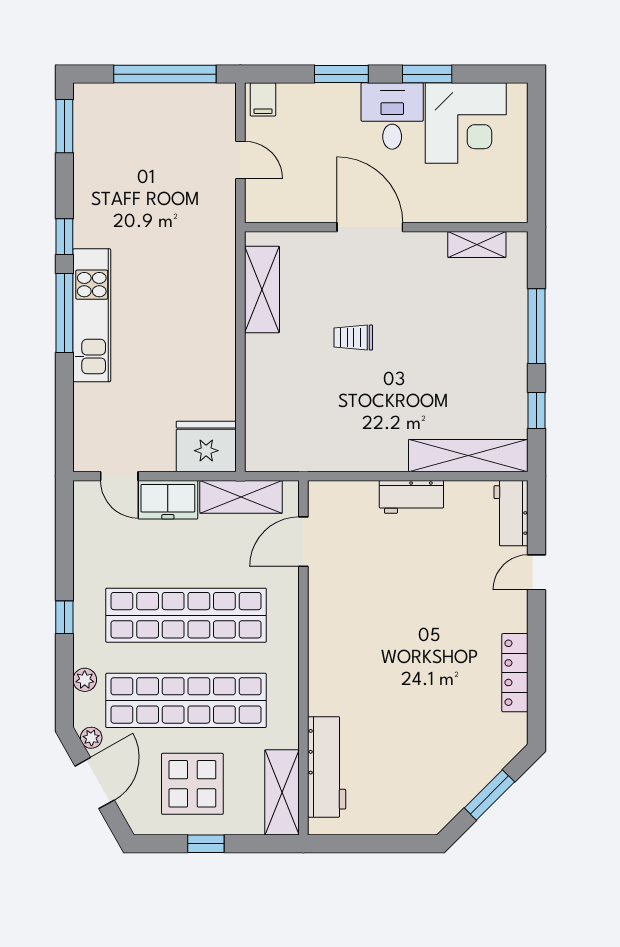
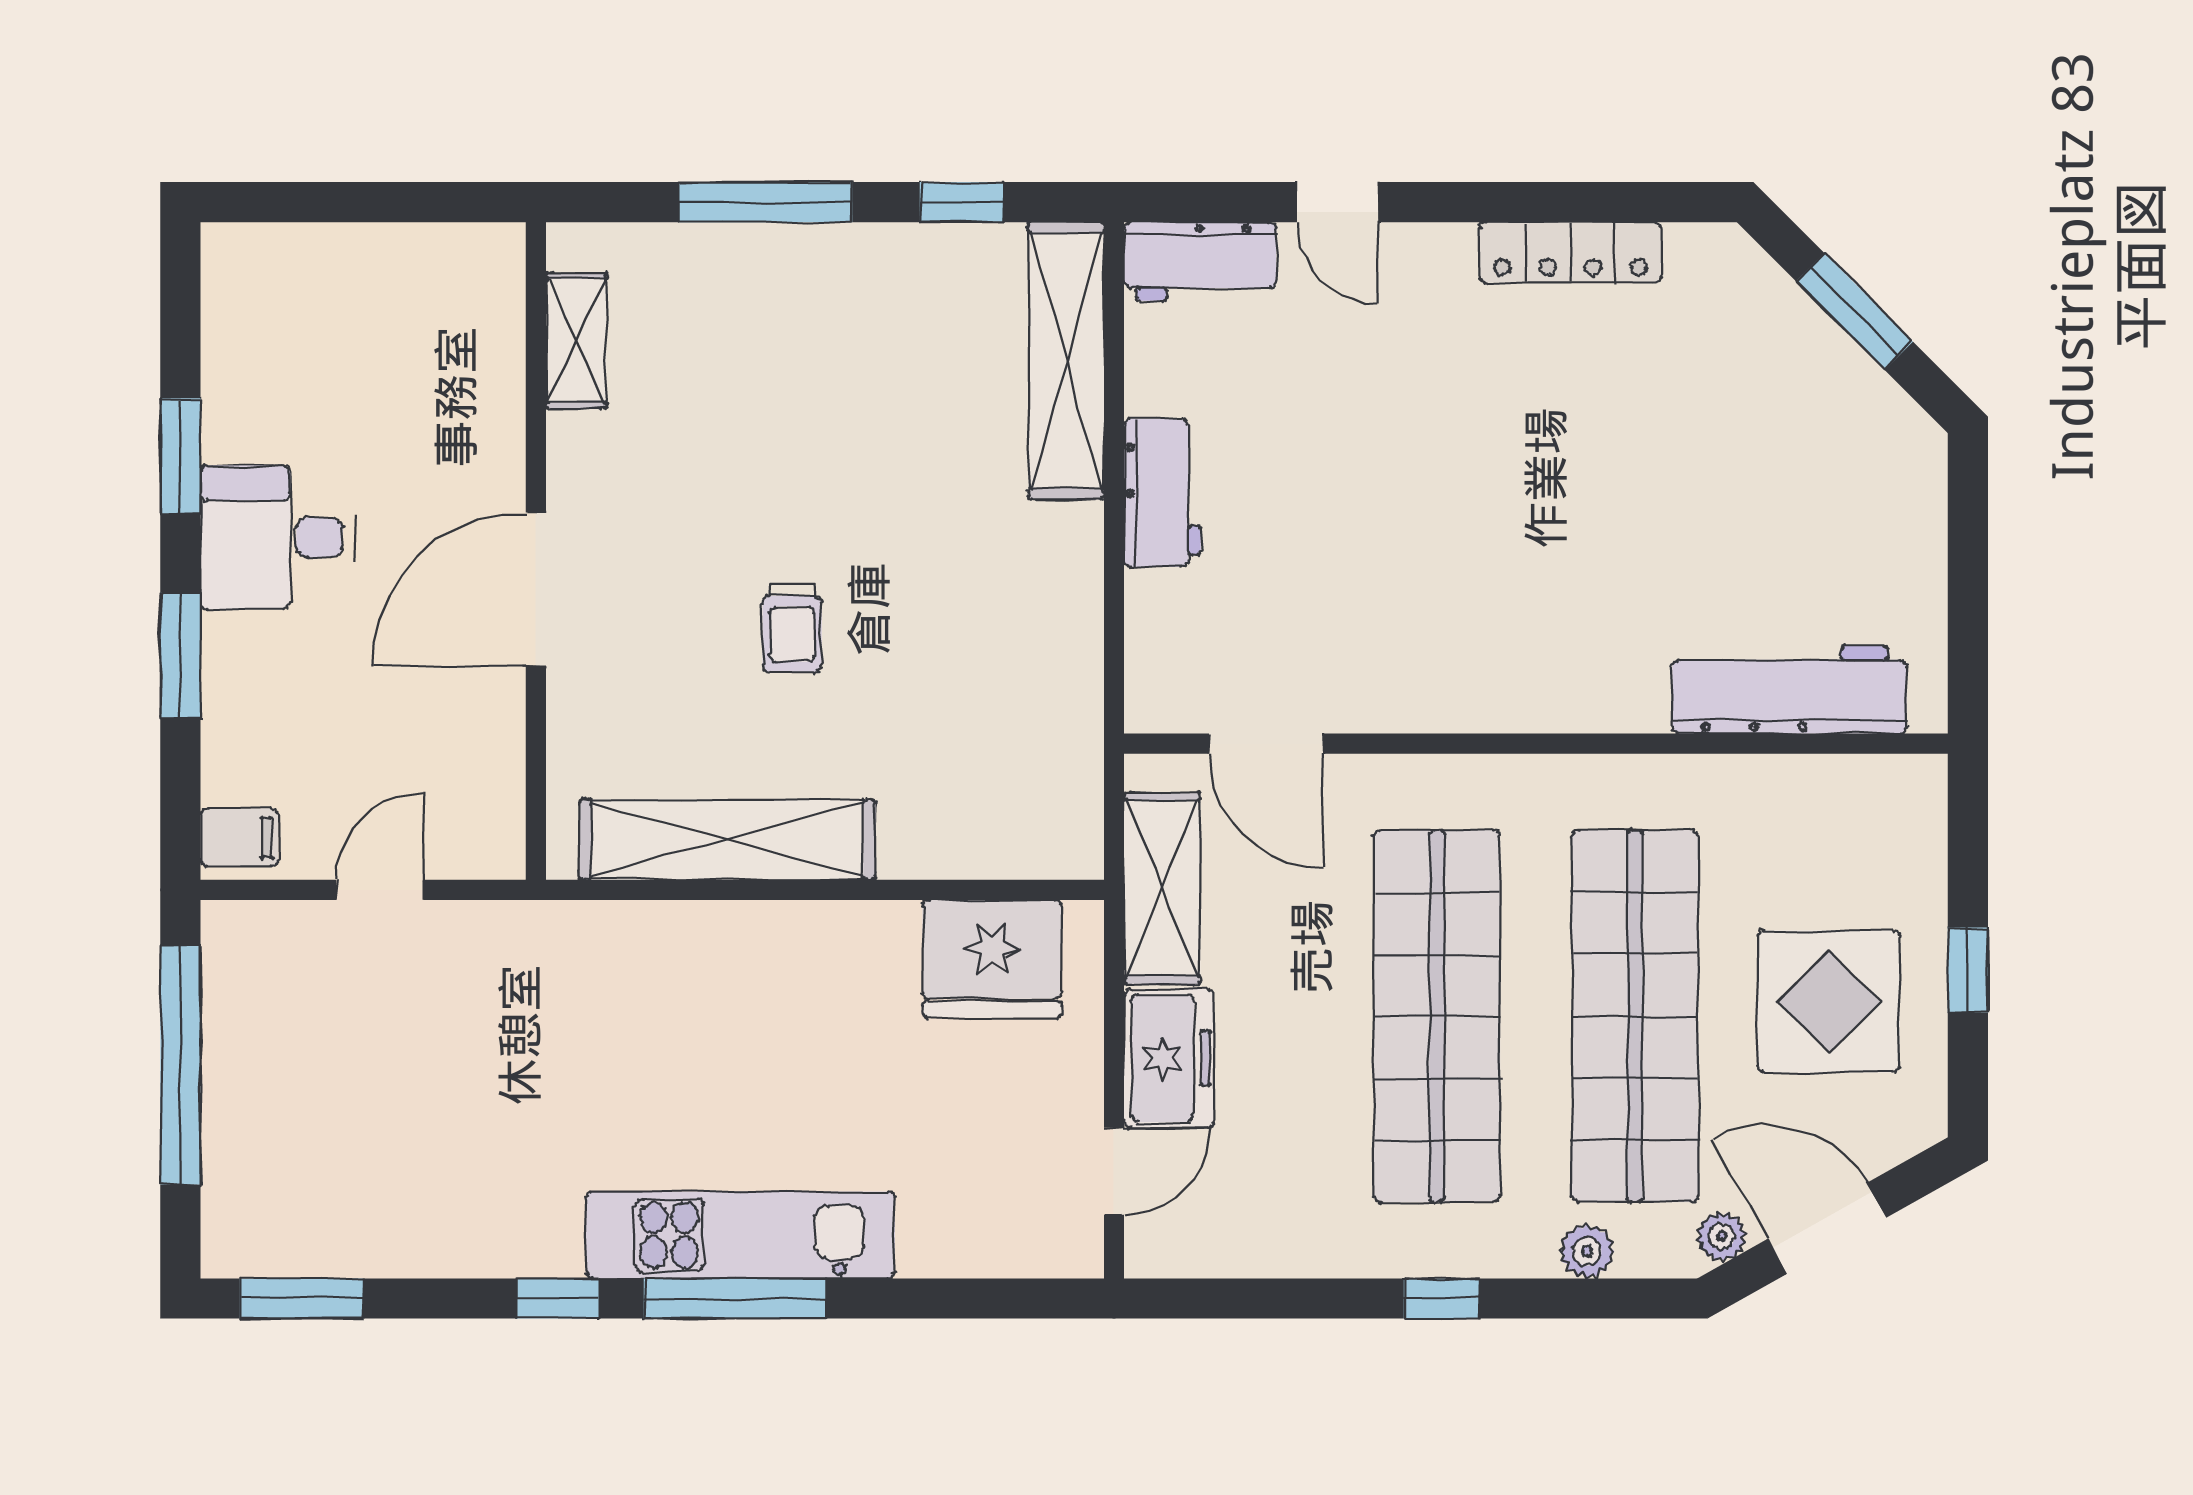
corner desk: (466, 123) -> (294, 367), removed
shelving: (262, 289) -> (727, 840), width x1.47
fridge: (206, 446) -> (992, 959), moved, turned -90
shelving: (282, 792) -> (1849, 793), removed

